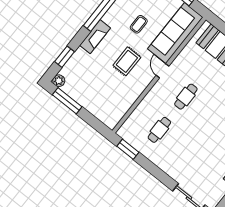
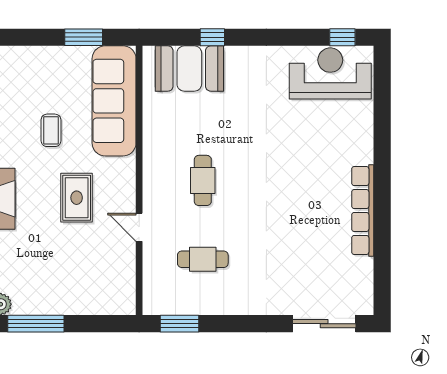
door: (162, 71) -> (139, 227), moved
cafe table: (159, 130) -> (203, 259), turned 90

